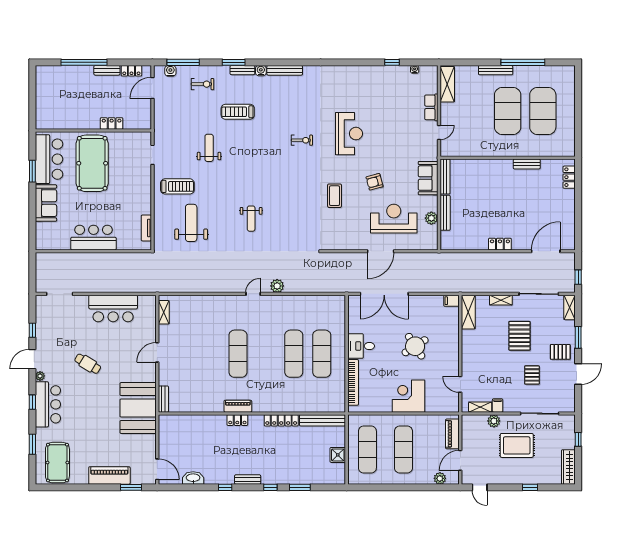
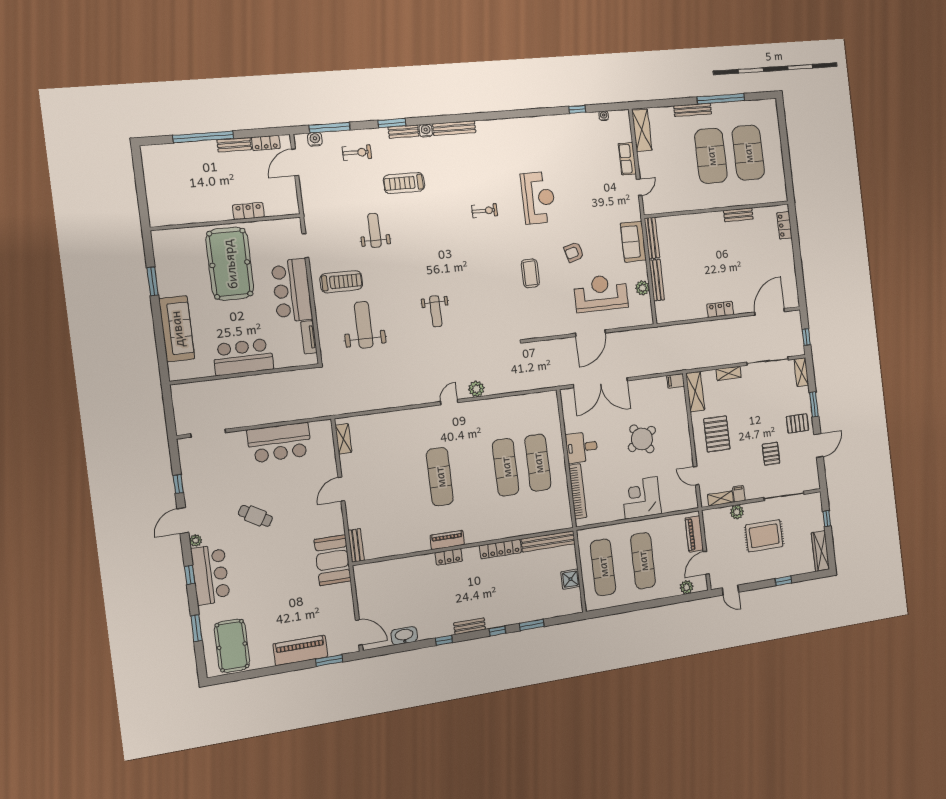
bar counter: (49, 159) -> (292, 290), moved, turned 180
sofa: (46, 203) -> (177, 329), width x1.36
pallet: (520, 336) -> (717, 434), moved
booth: (138, 408) -> (333, 560), width x0.73, depth x0.70

